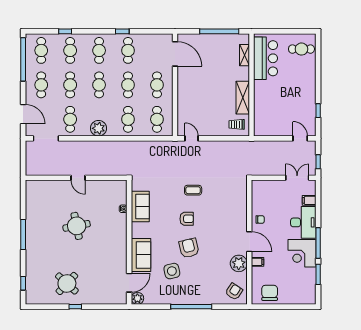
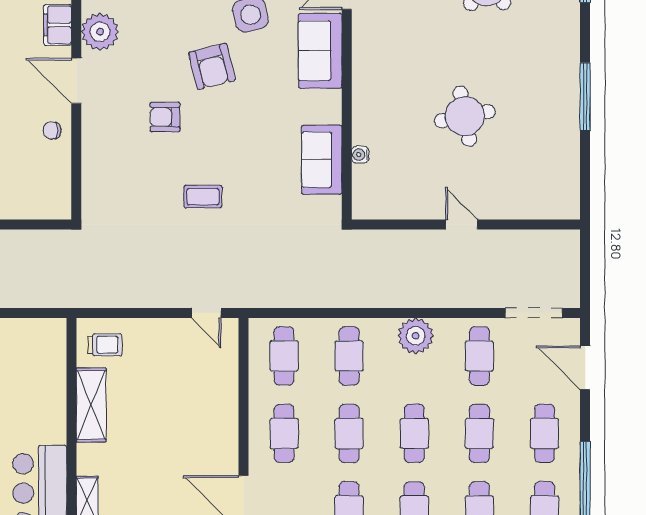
armchair: (187, 219) -> (165, 117), moved
filing cabinet: (258, 262) -> (58, 25), width x2.00

